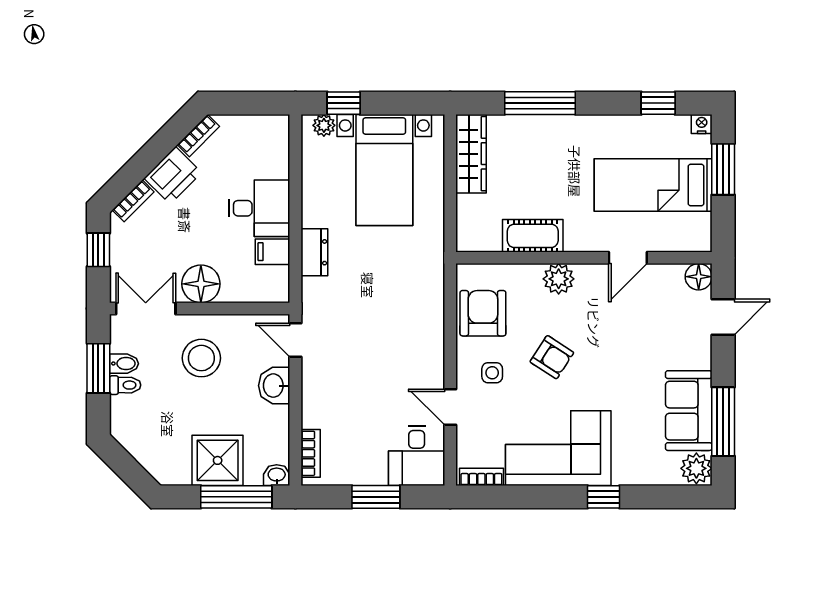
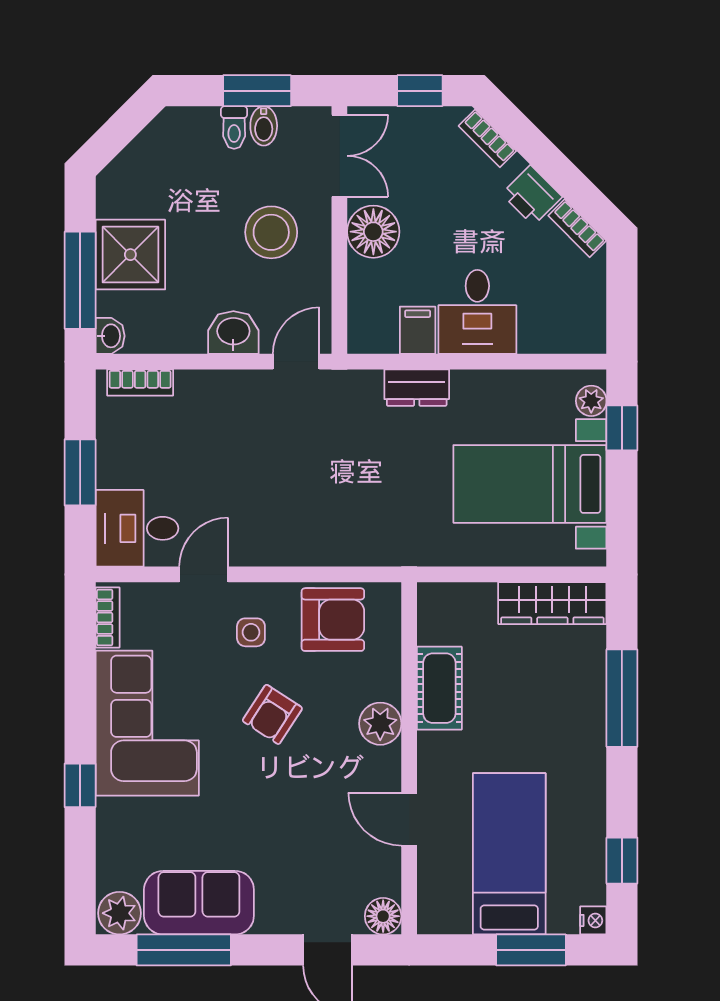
printer: (173, 175) -> (532, 195), width x0.73, depth x0.81

